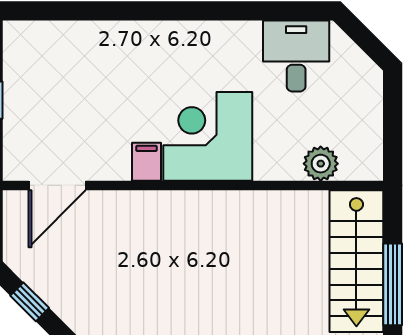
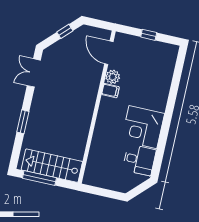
corner desk: (208, 136) -> (143, 127), moved, turned 180
plant: (321, 164) -> (113, 77), moved

